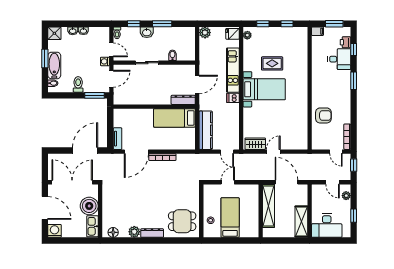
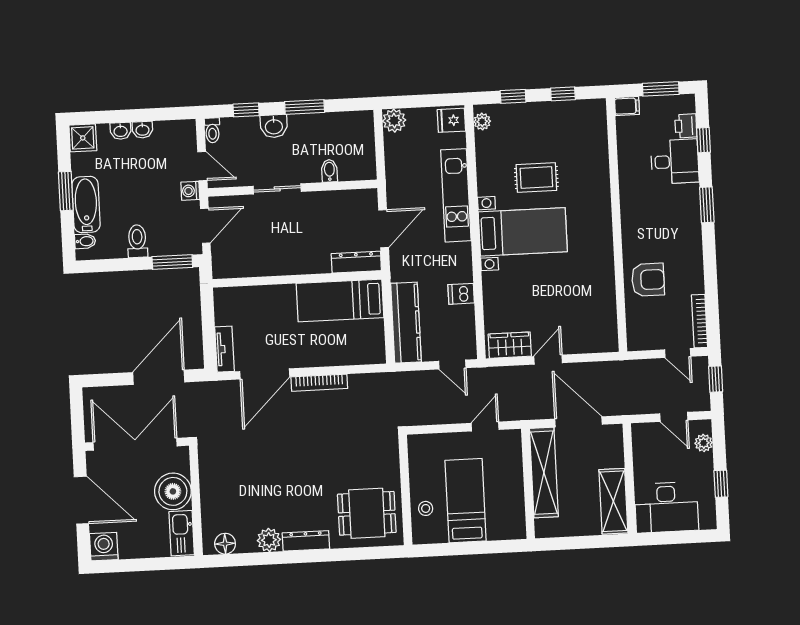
dishwasher: (233, 98) -> (461, 294), moved
door: (228, 182) -> (485, 426), moved

